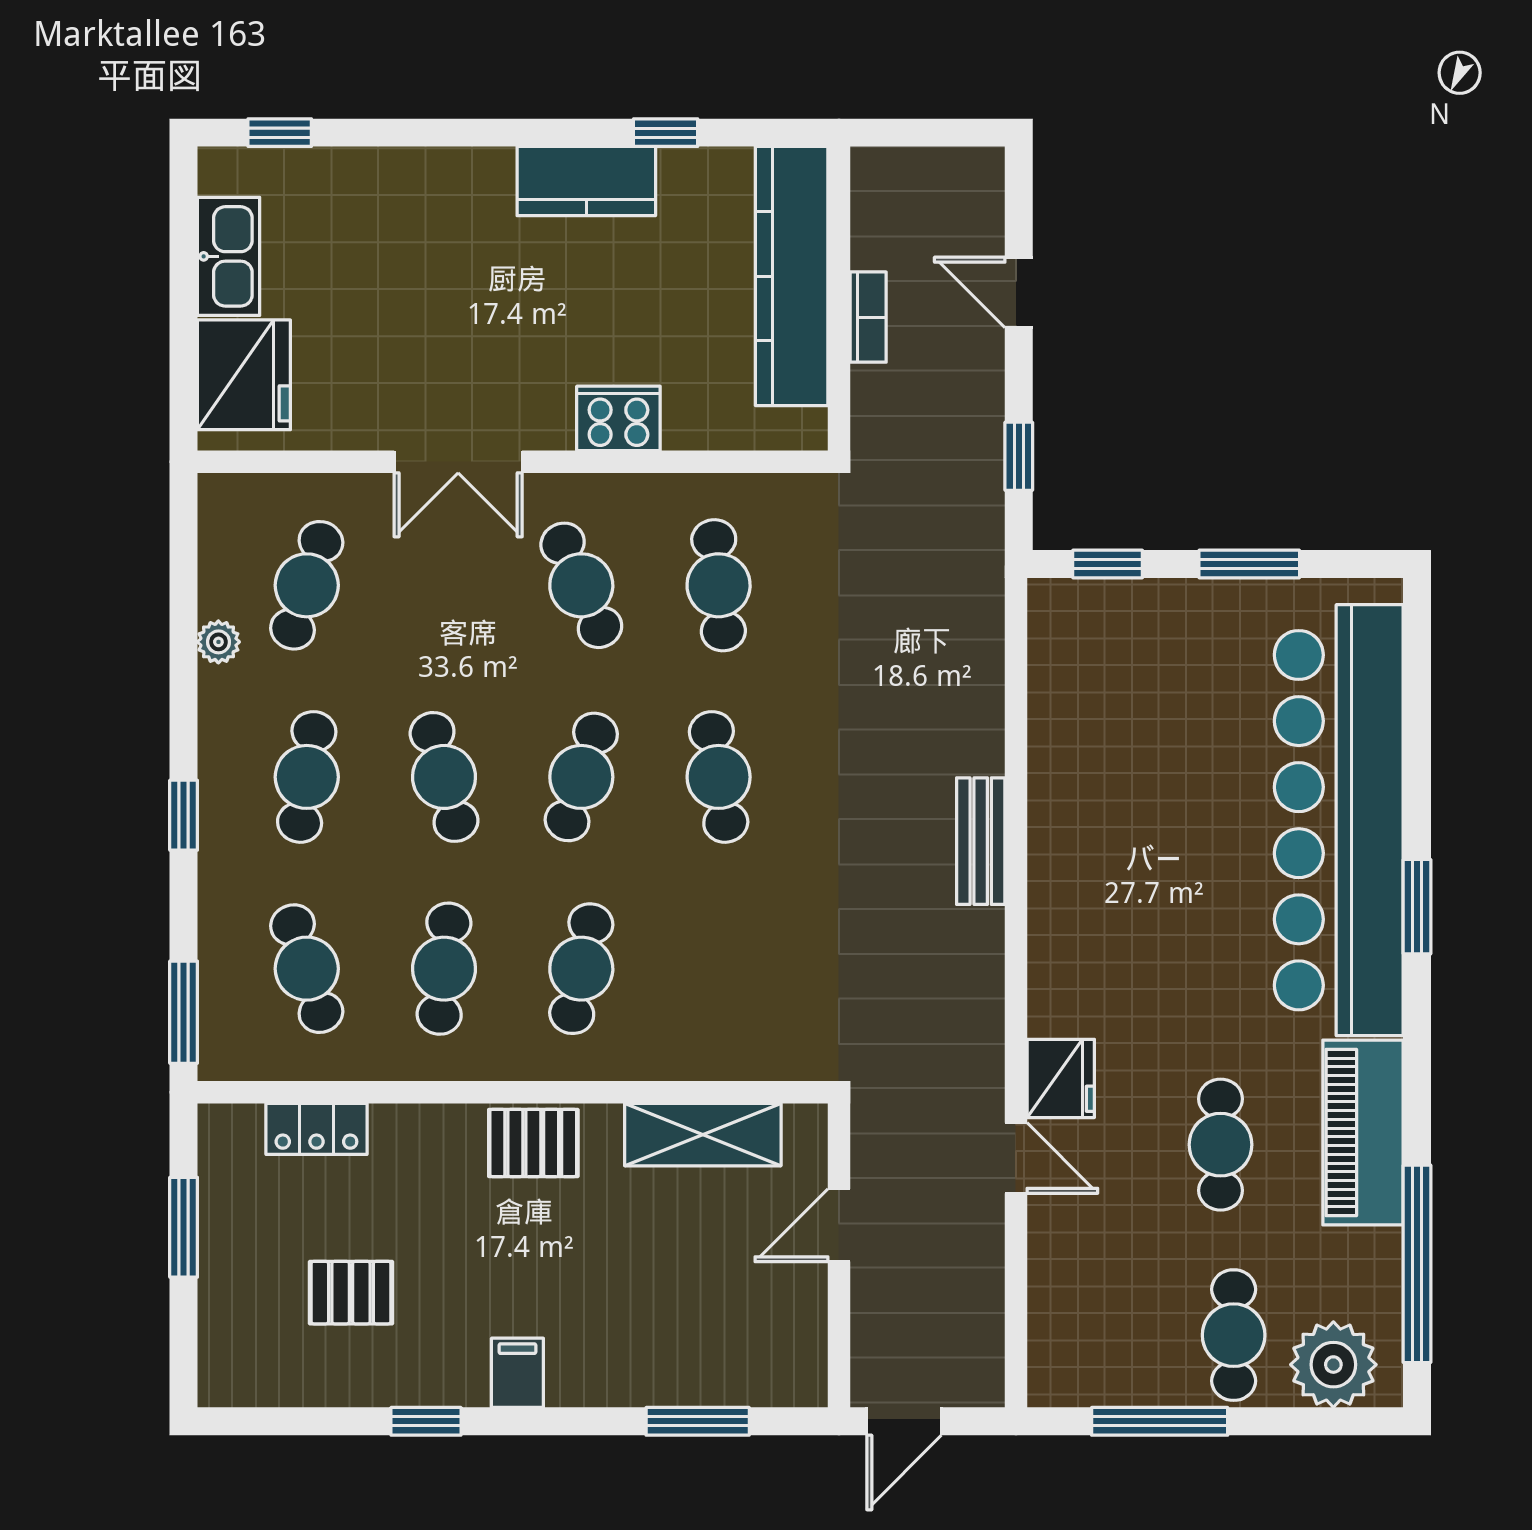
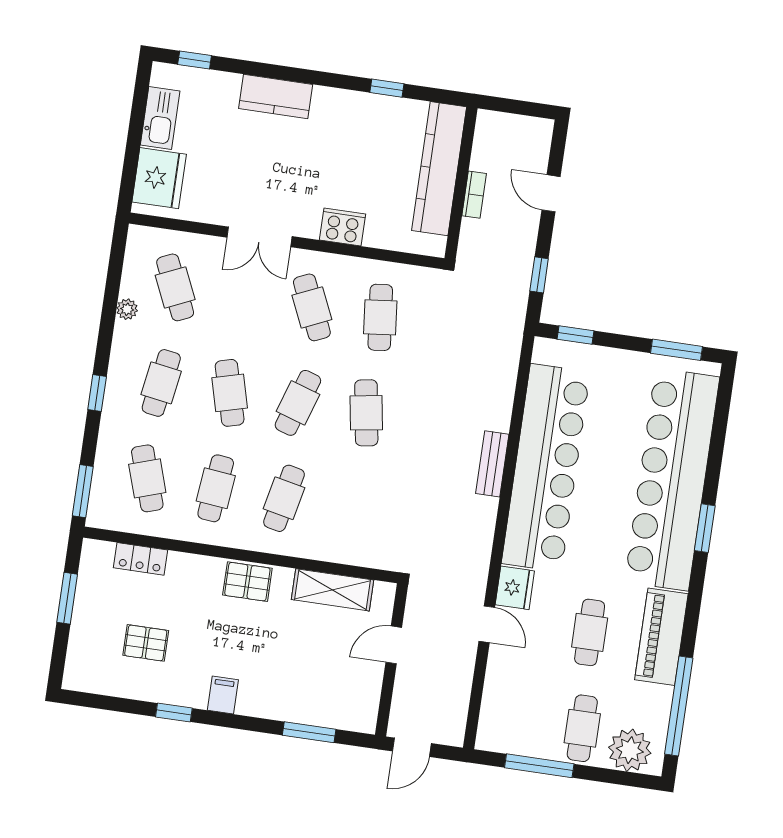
kitchen counter: (586, 181) -> (276, 96), moved
window: (1249, 564) -> (677, 350), moved
cafe table: (307, 585) -> (175, 287), turned -42
bar counter: (1087, 833) -> (546, 468), added

